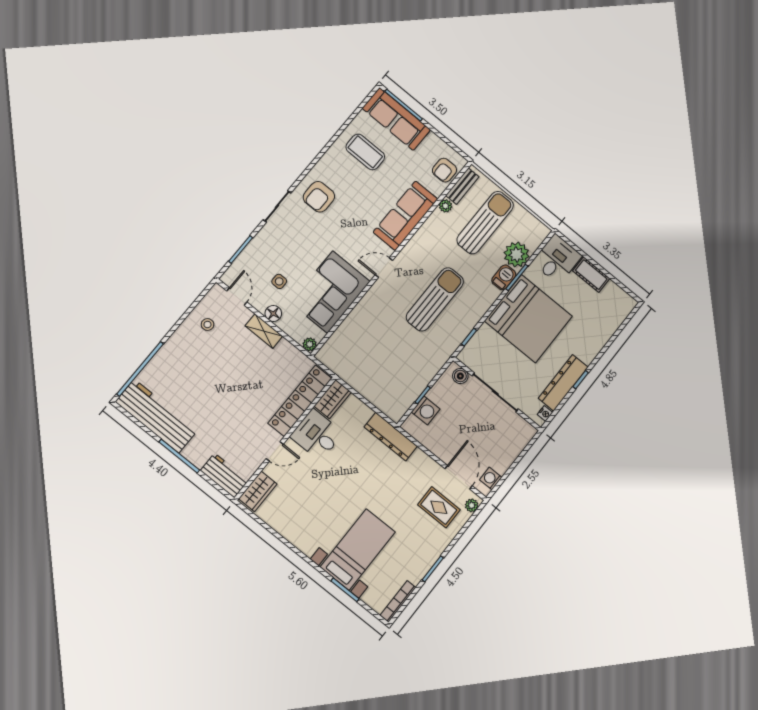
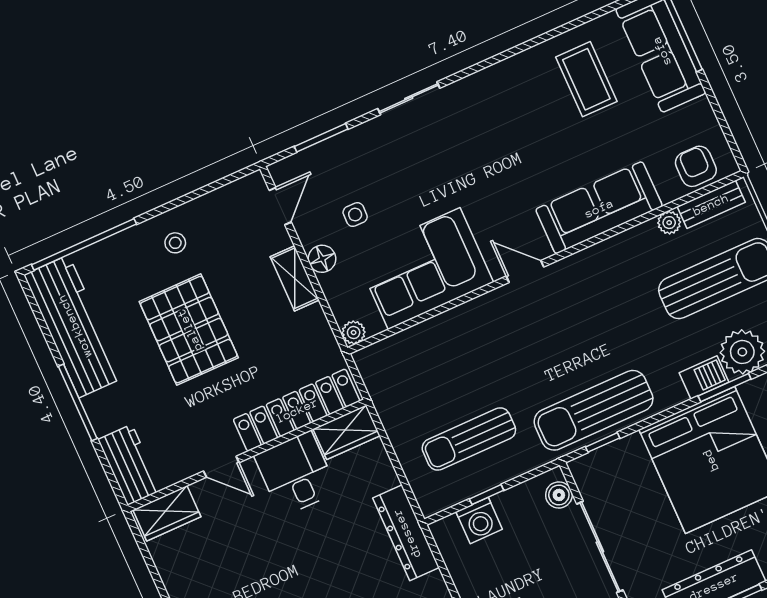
armchair: (444, 170) -> (696, 166), turned 90
armchair: (319, 197) -> (480, 114), removed
sun lounger: (435, 299) -> (594, 410), moved, turned 180
stool: (207, 325) -> (175, 243), moved
sun lounger: (399, 370) -> (469, 439), added
pallet: (220, 387) -> (189, 330), added

